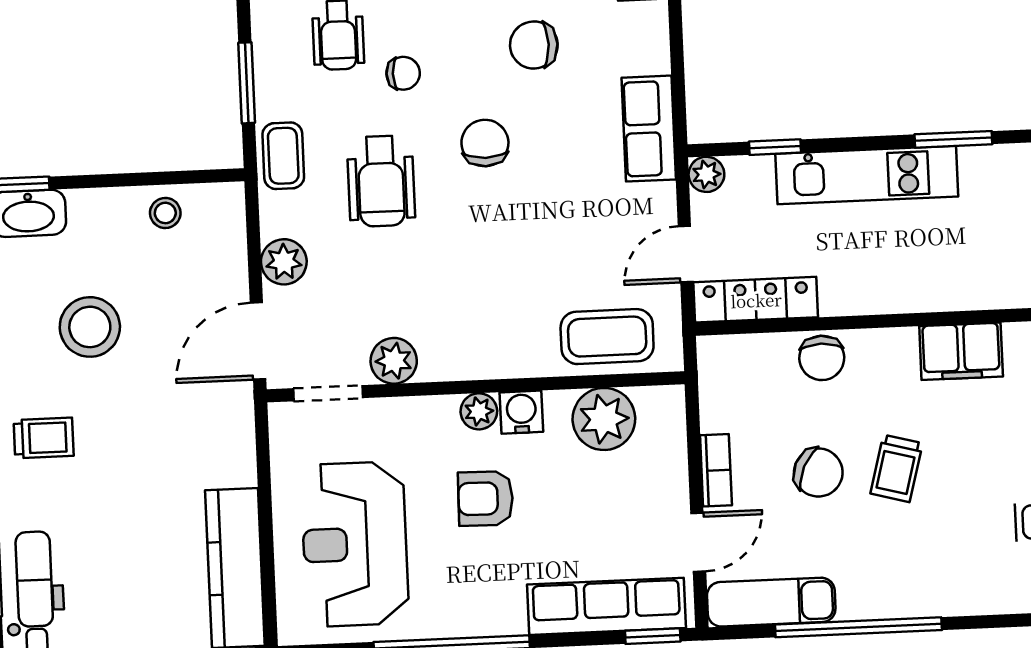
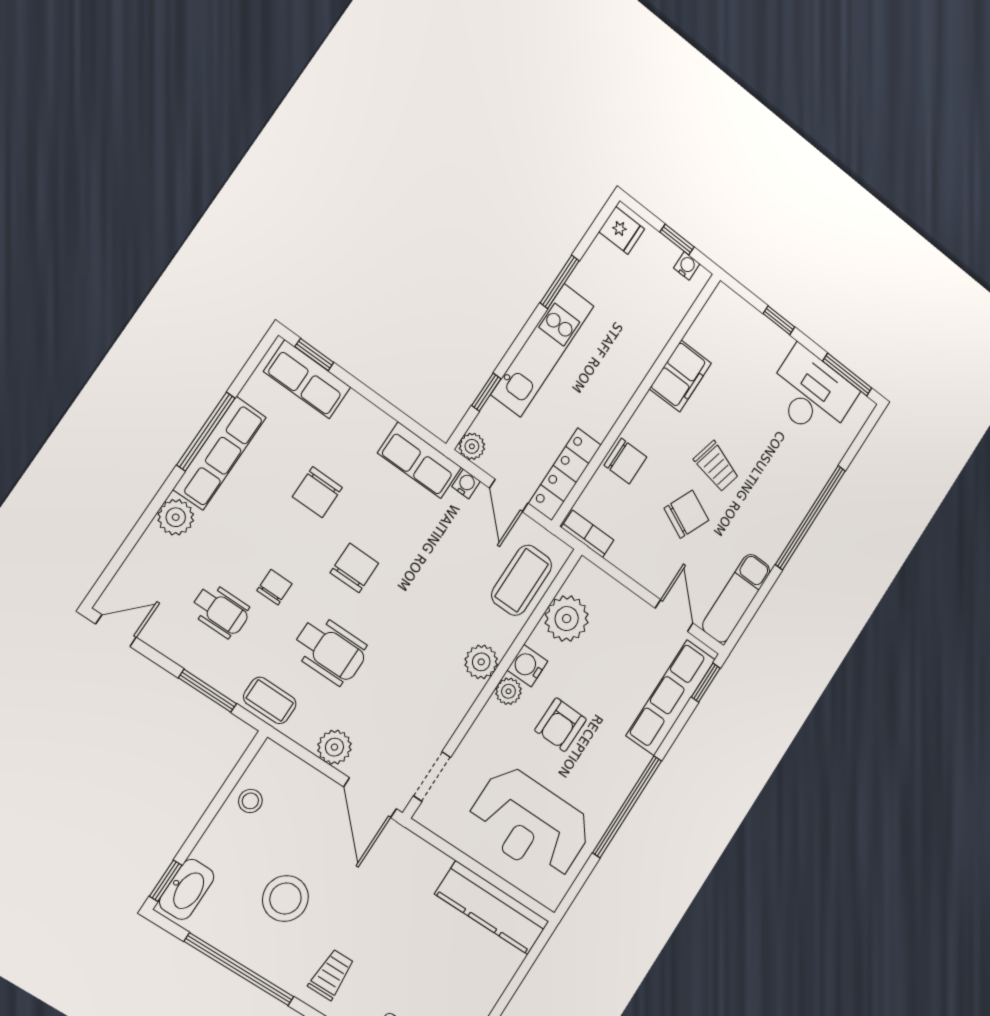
chair: (485, 143) -> (354, 568), turned 90
water cooler: (662, 198) -> (466, 484), added
plant: (394, 361) -> (481, 662), moved
bookcase: (716, 470) -> (587, 534), moved
window: (858, 627) -> (810, 518), moved

